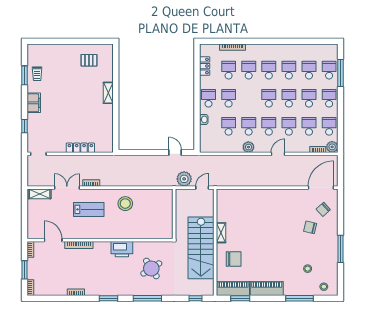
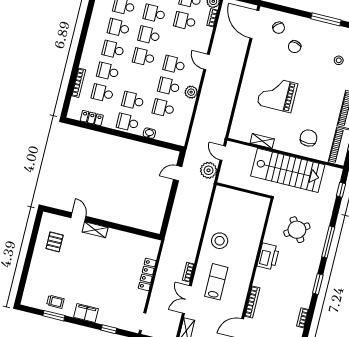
door: (116, 76) -> (78, 217), added
school desk: (289, 126) -> (179, 43), removed
grand piano: (265, 222) -> (277, 94), added
shelving: (221, 233) -> (262, 141), moved

